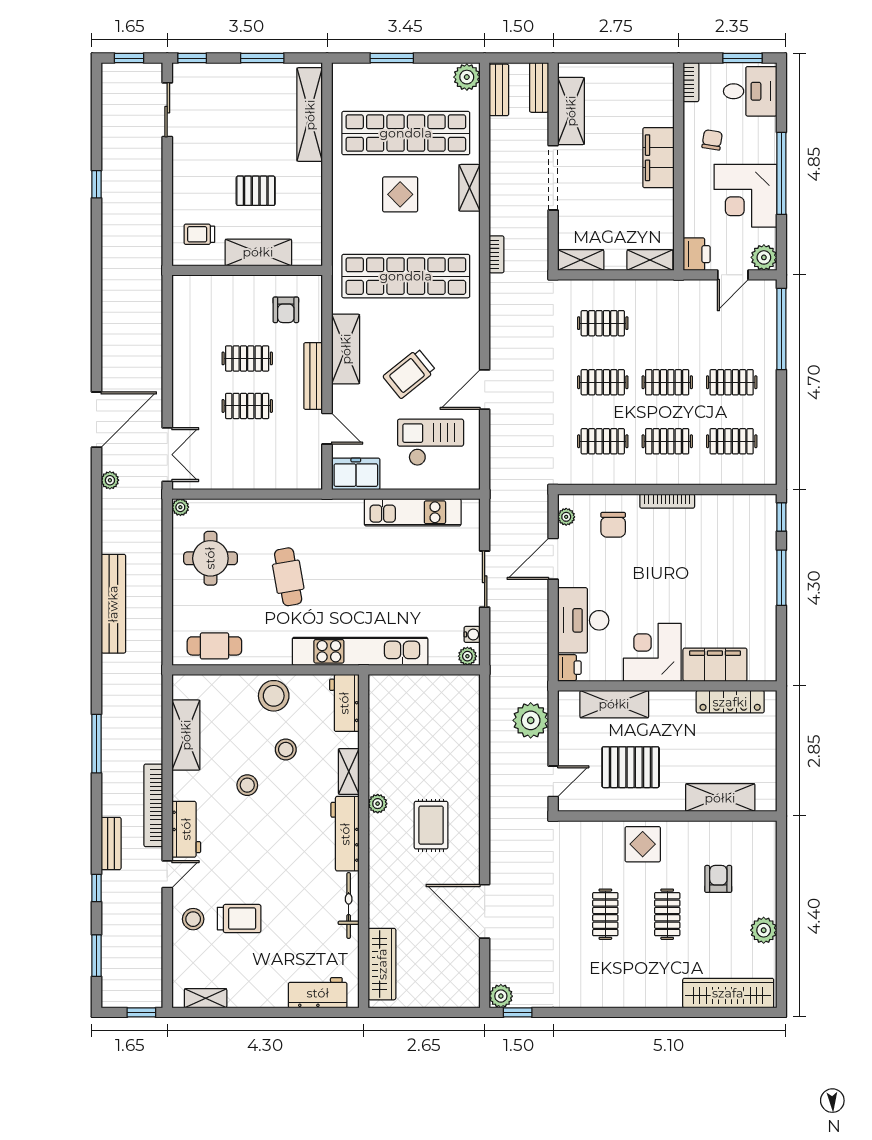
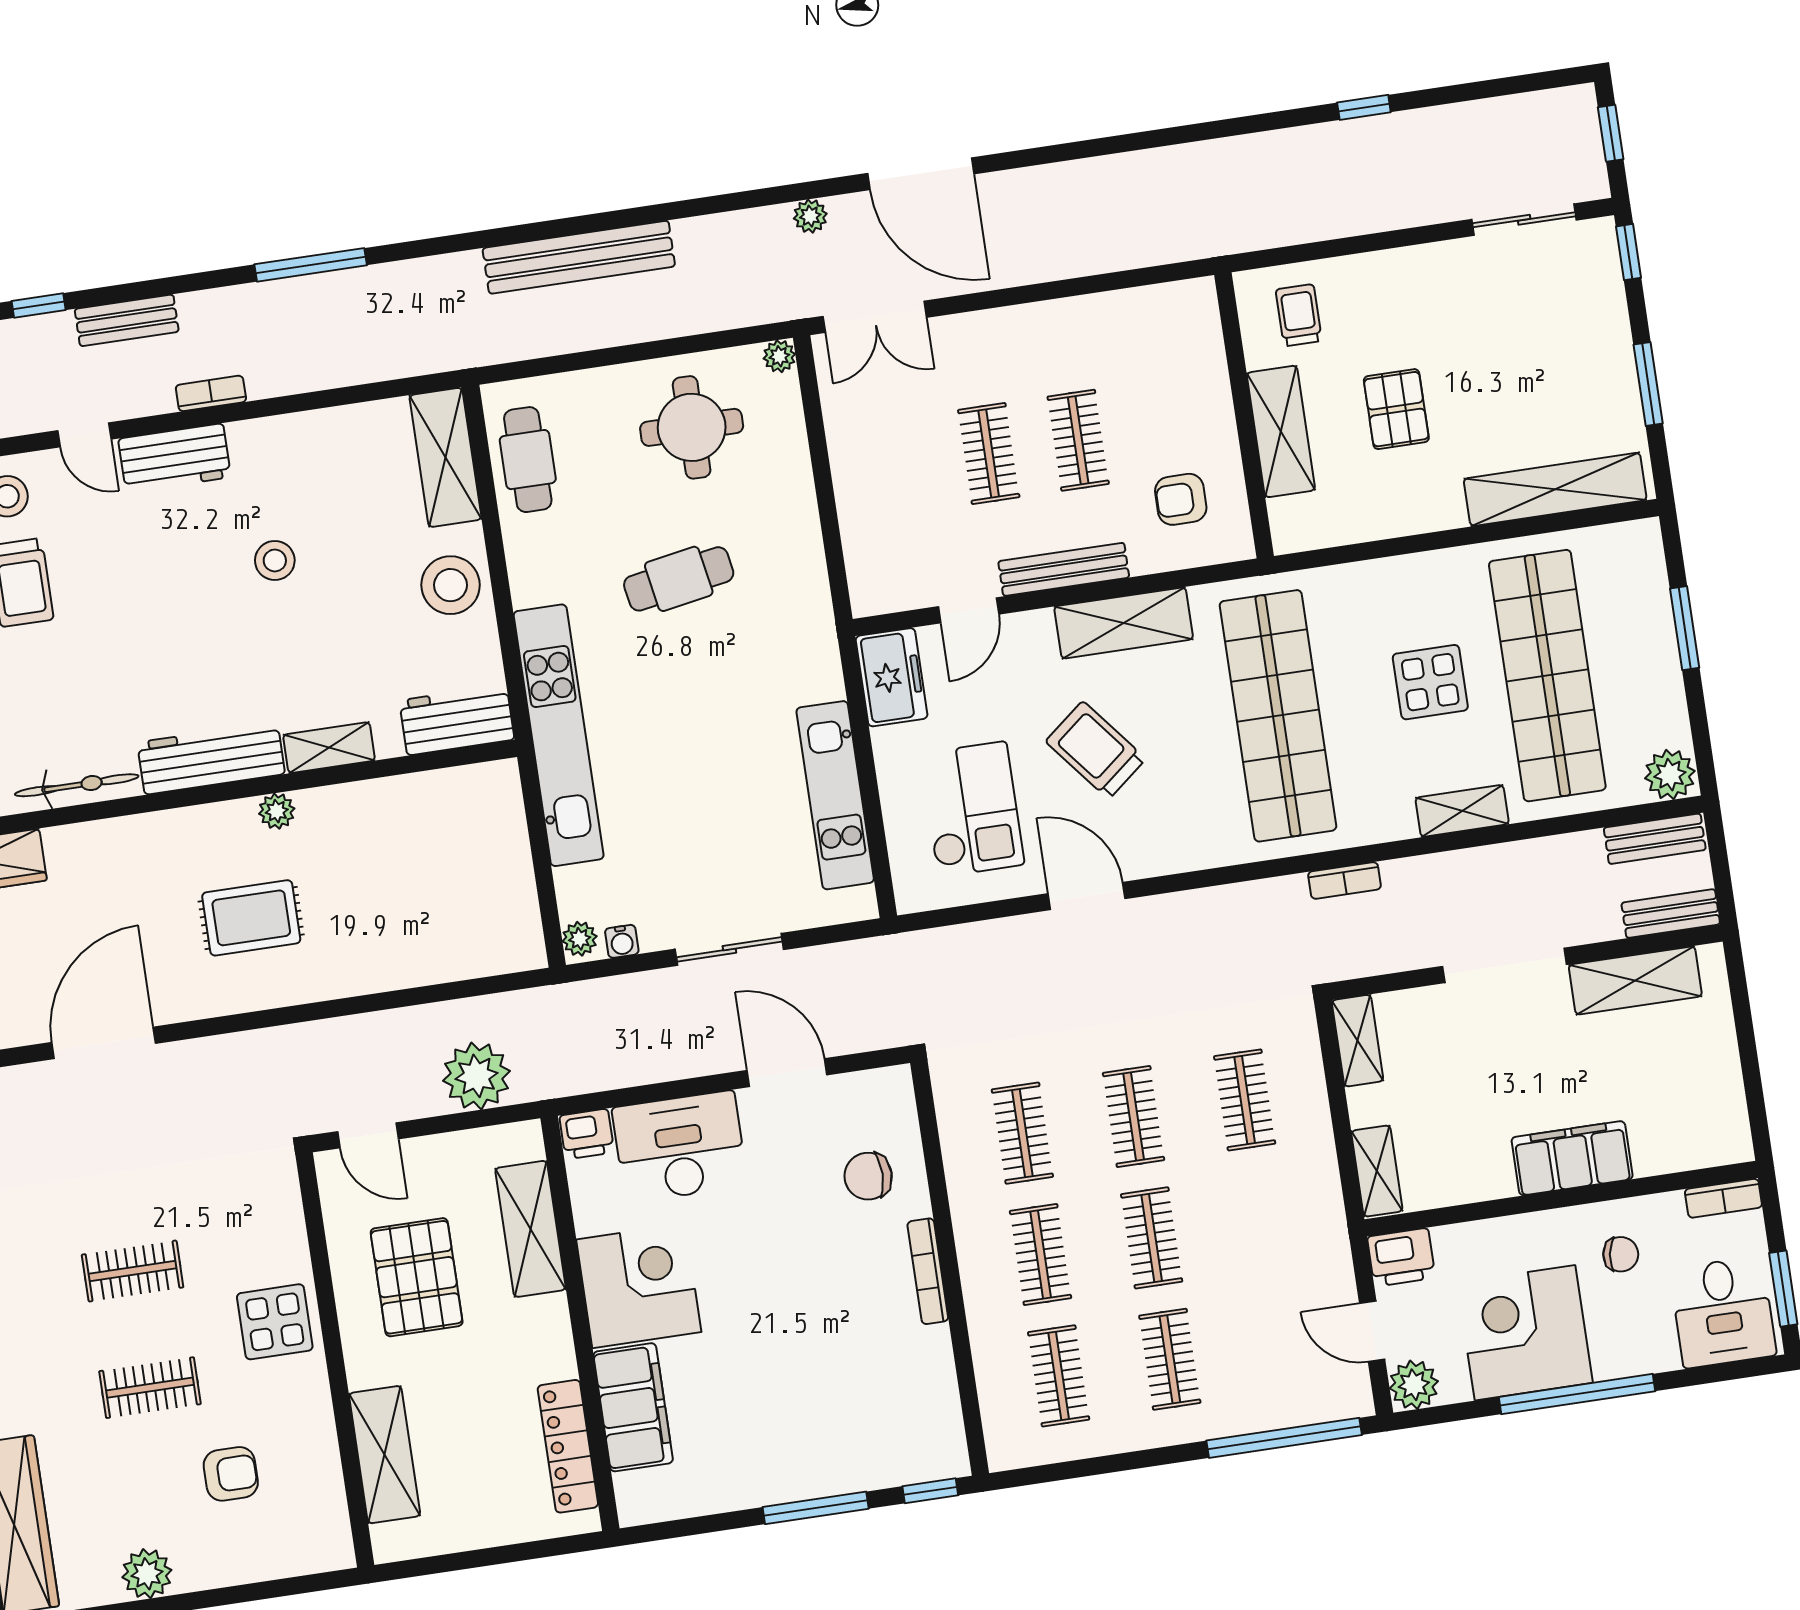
plant: (566, 517) -> (870, 1086), removed
shelving: (186, 735) -> (445, 457), moved, turned 90
stool: (286, 749) -> (353, 623), removed
bookcase: (153, 805) -> (211, 393), width x0.43, depth x0.76

